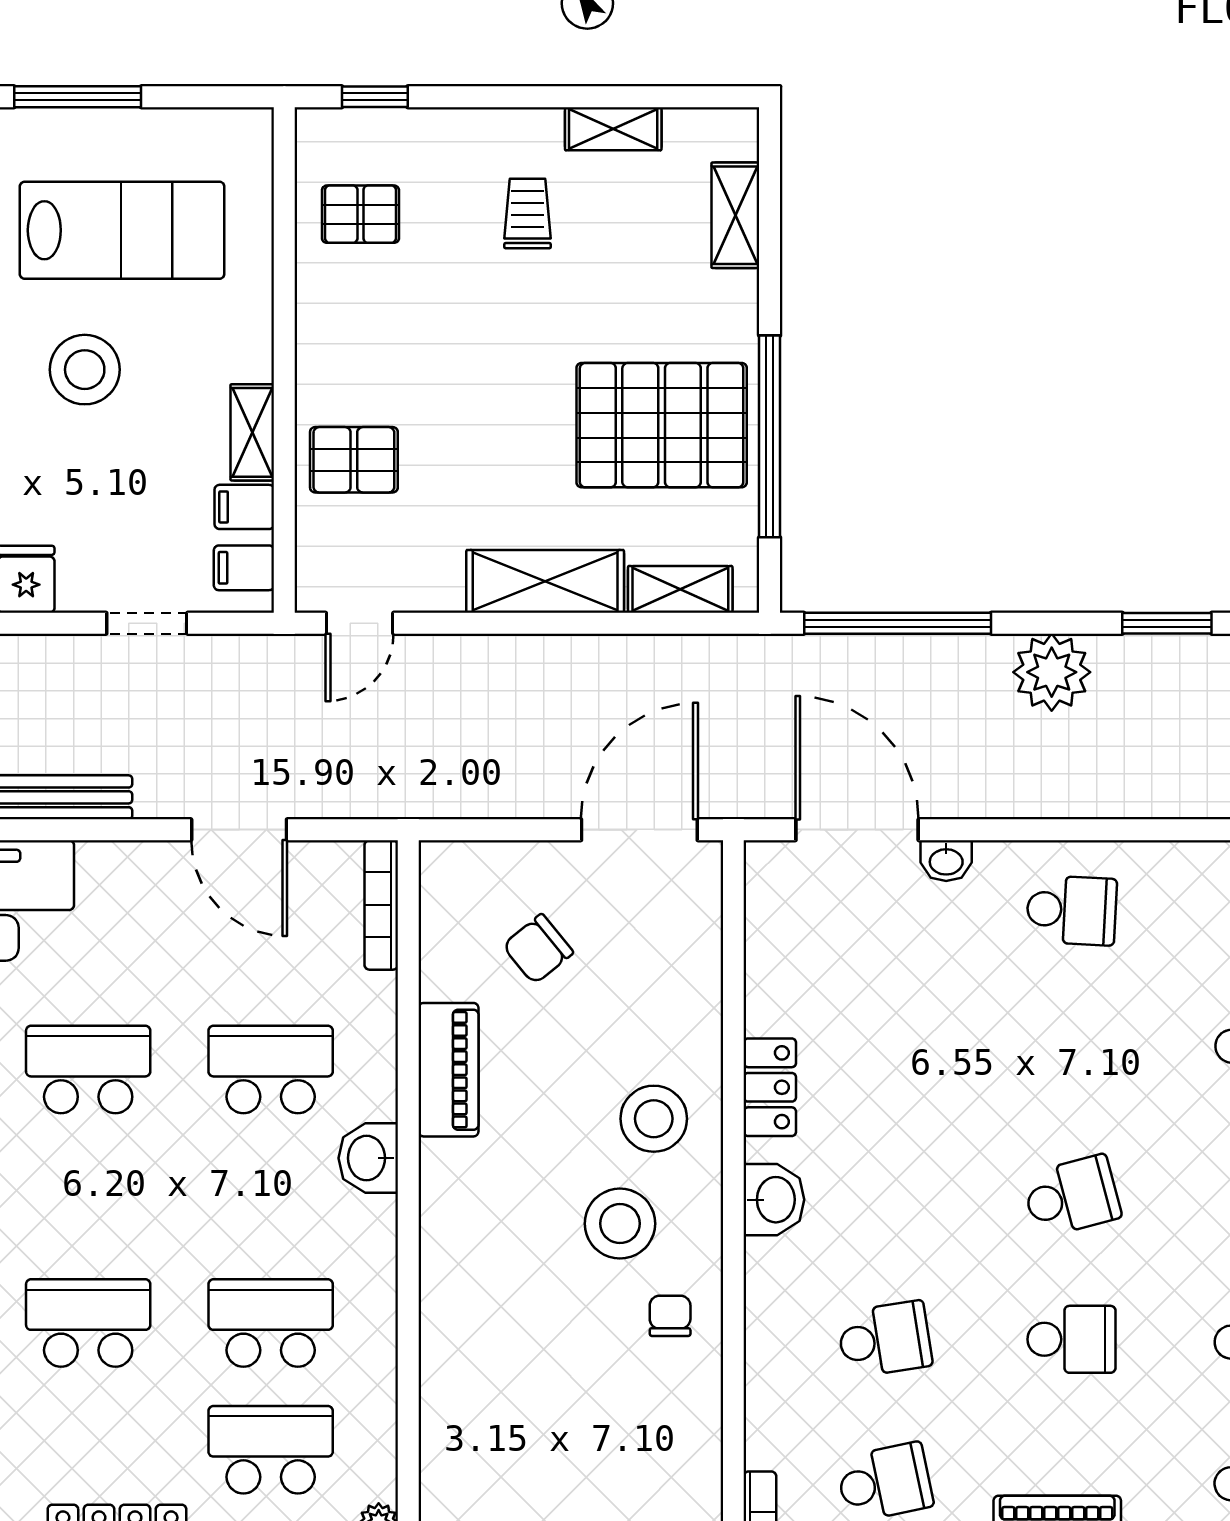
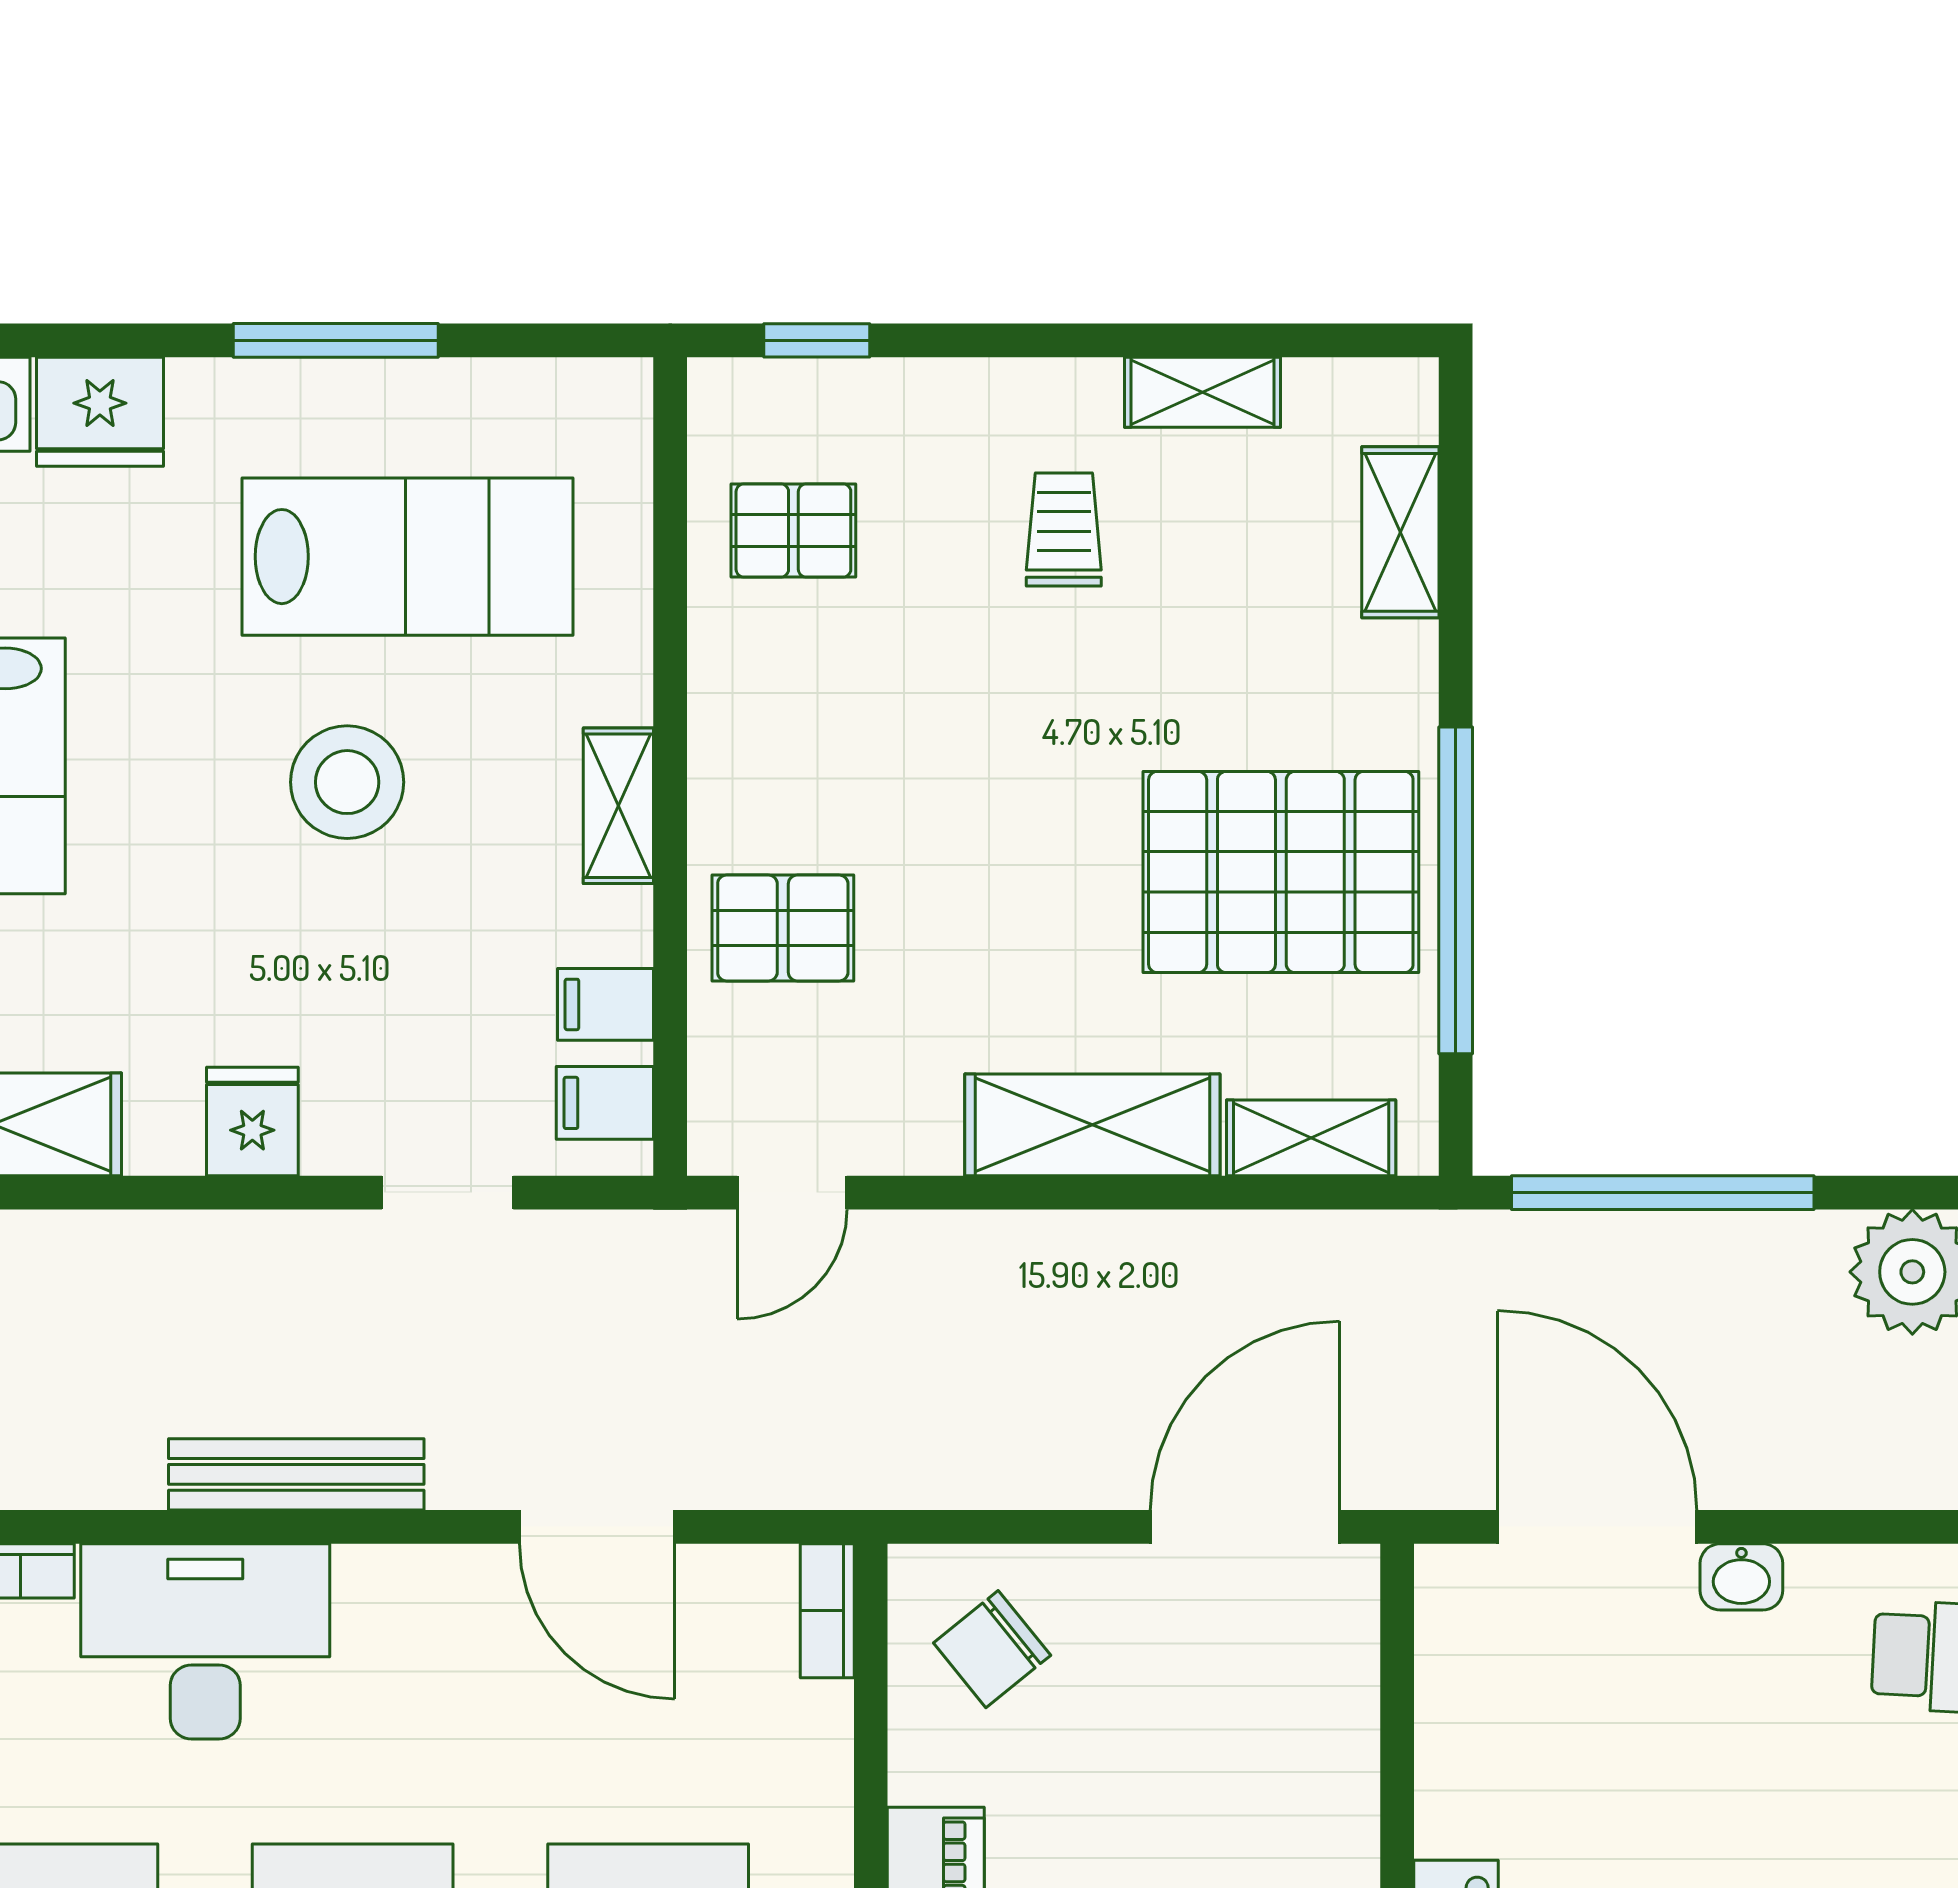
shelving: (252, 432) -> (618, 806), moved
bookcase: (381, 905) -> (827, 1611), width x0.64
chair: (538, 949) -> (992, 1649), moved

